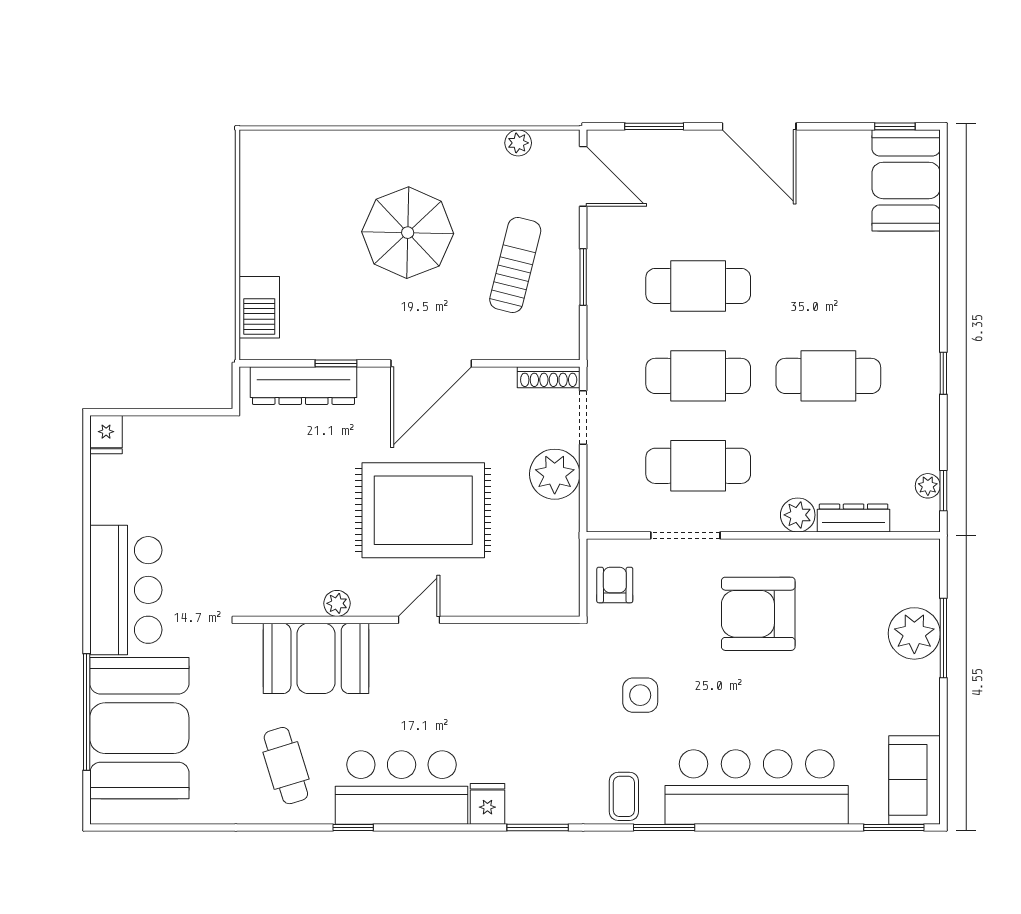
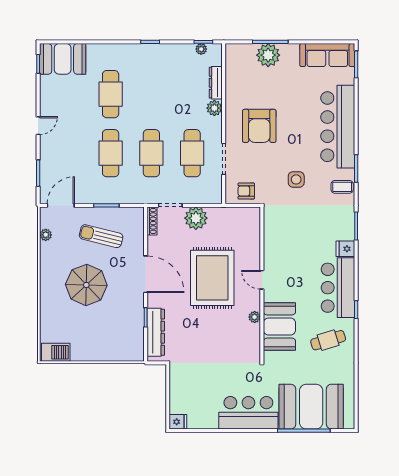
door: (759, 126) -> (38, 126), width x0.53
barbecue: (259, 307) -> (56, 352), moved
cafe table: (828, 376) -> (111, 94), moved
sofa: (914, 780) -> (327, 55), width x1.36

